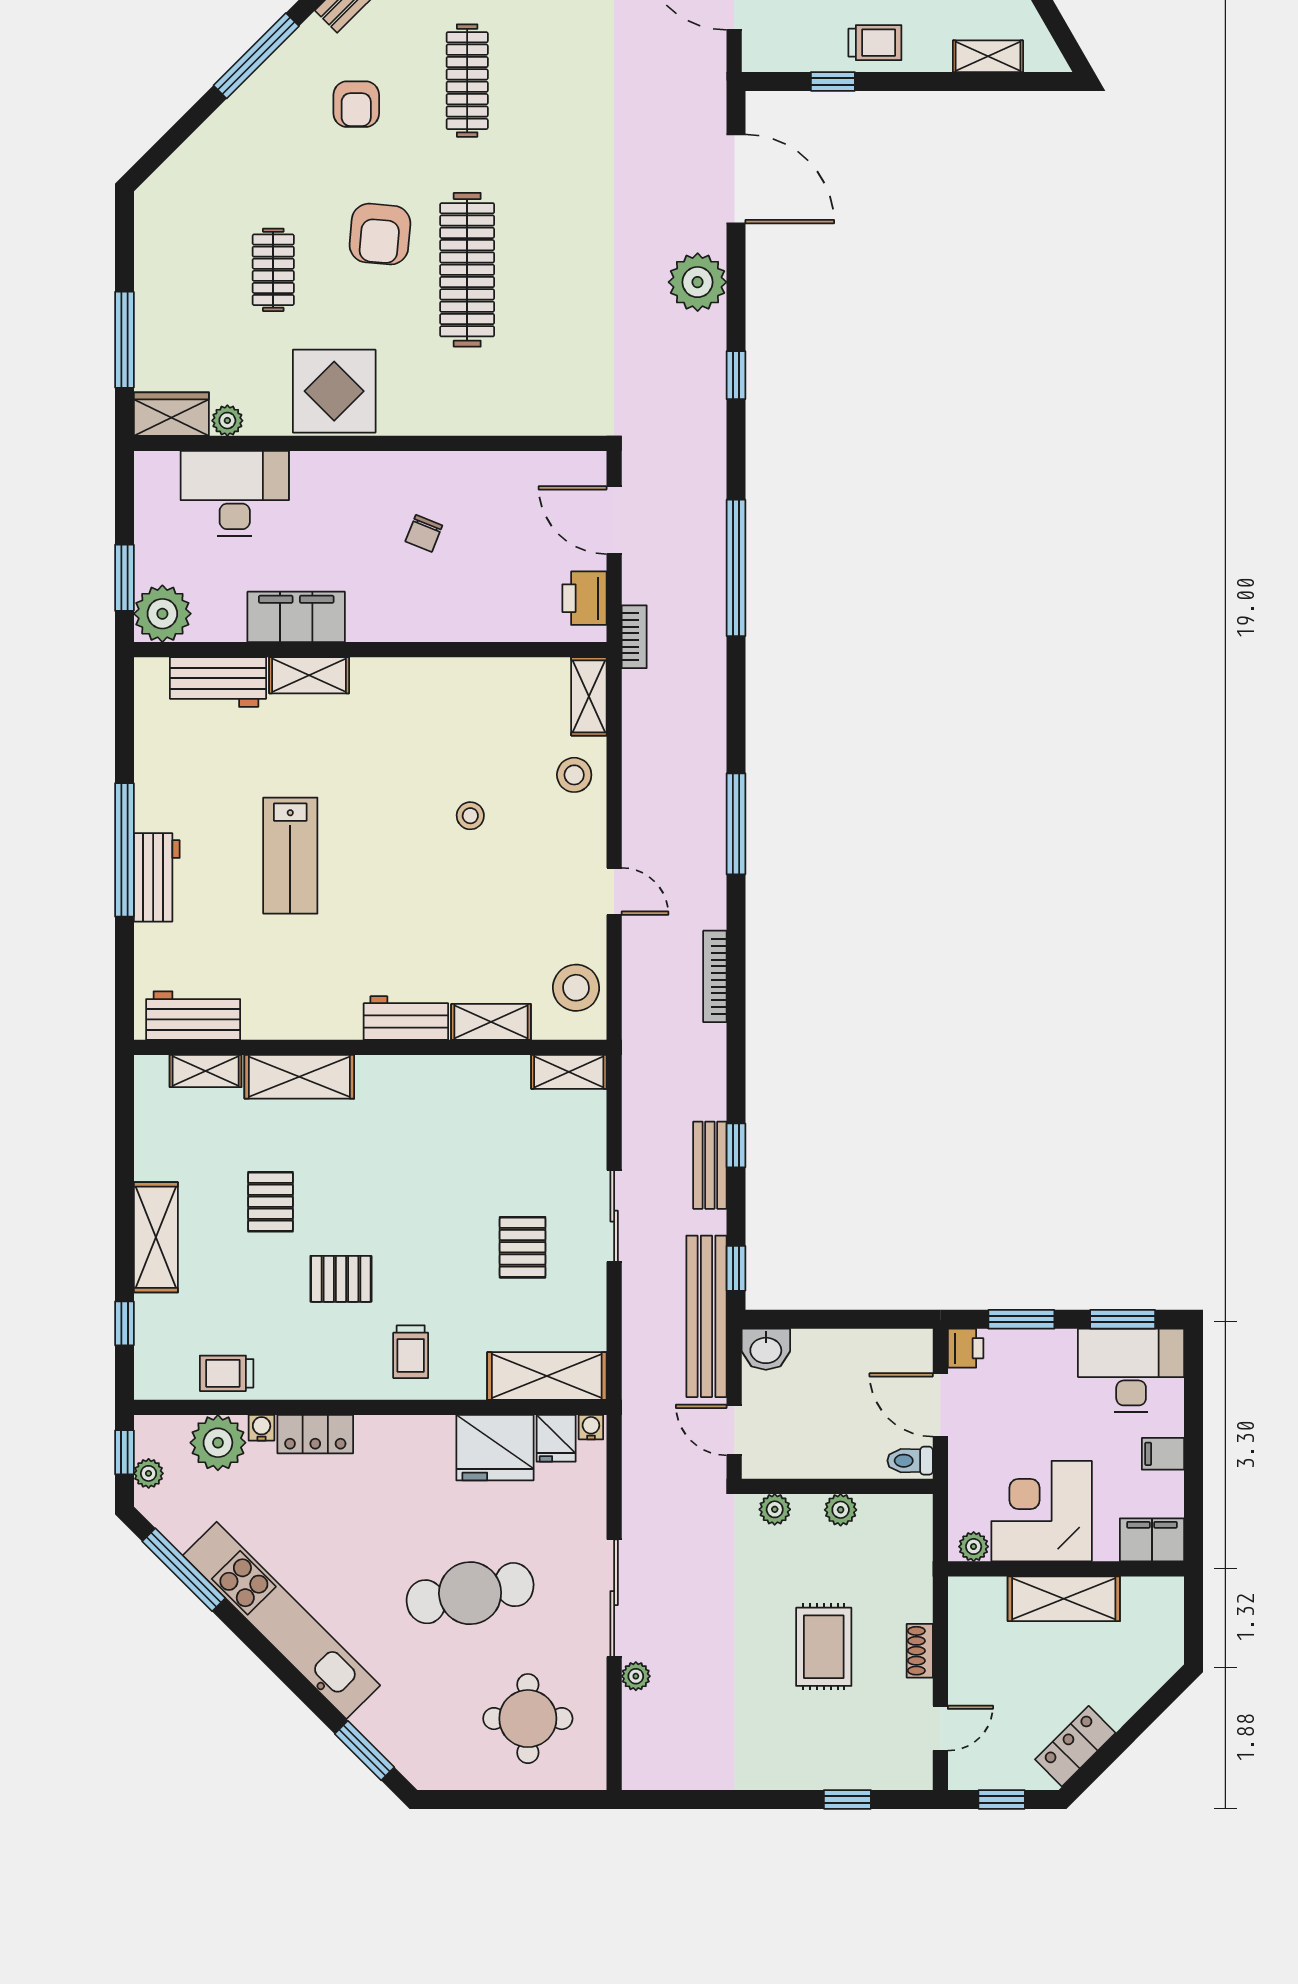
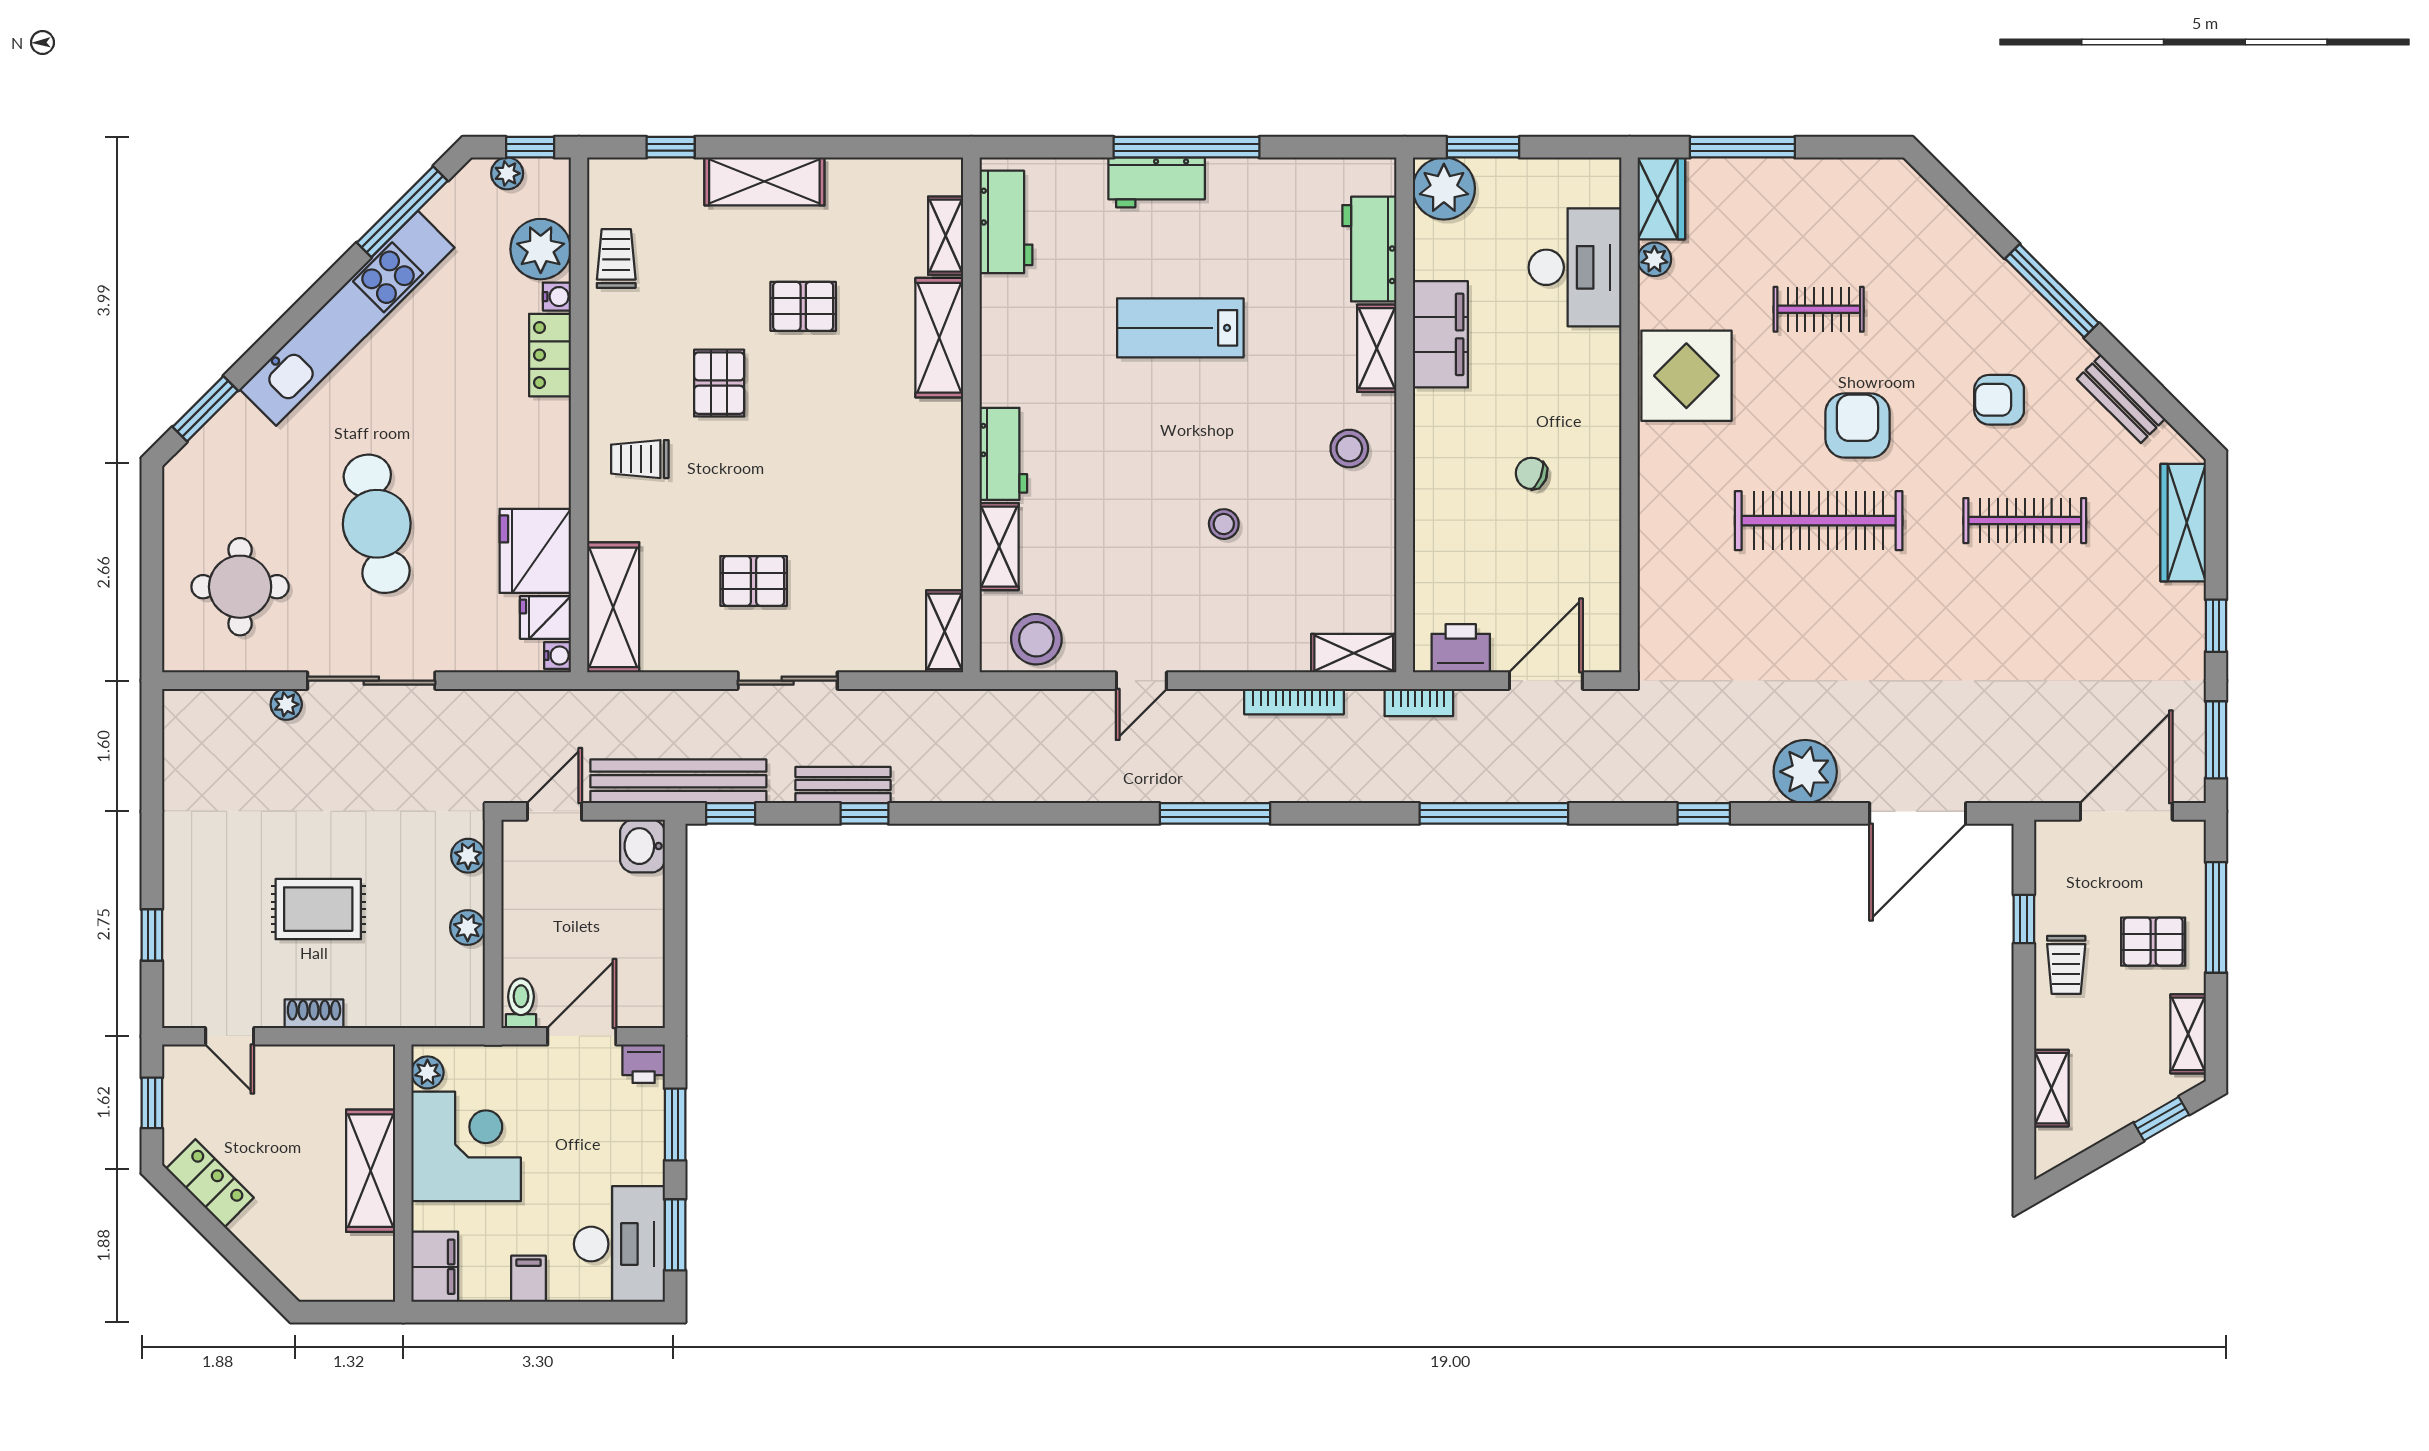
armchair: (380, 234) -> (1858, 426), turned 85
stool: (574, 775) -> (1349, 449), moved
bookcase: (715, 976) -> (1294, 702), moved, turned 180

